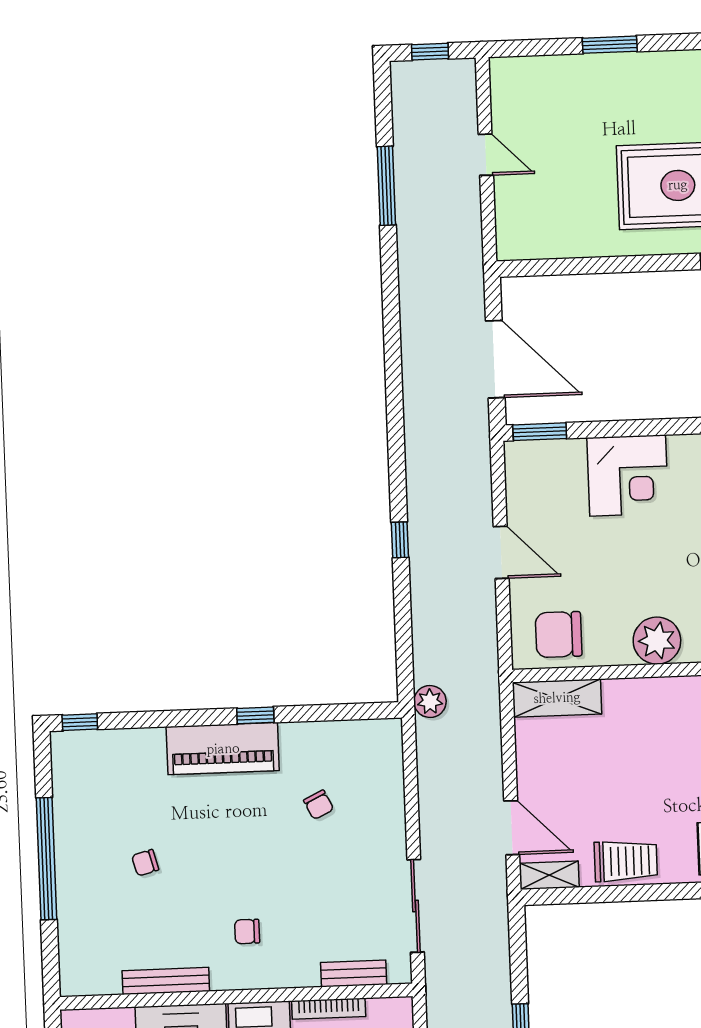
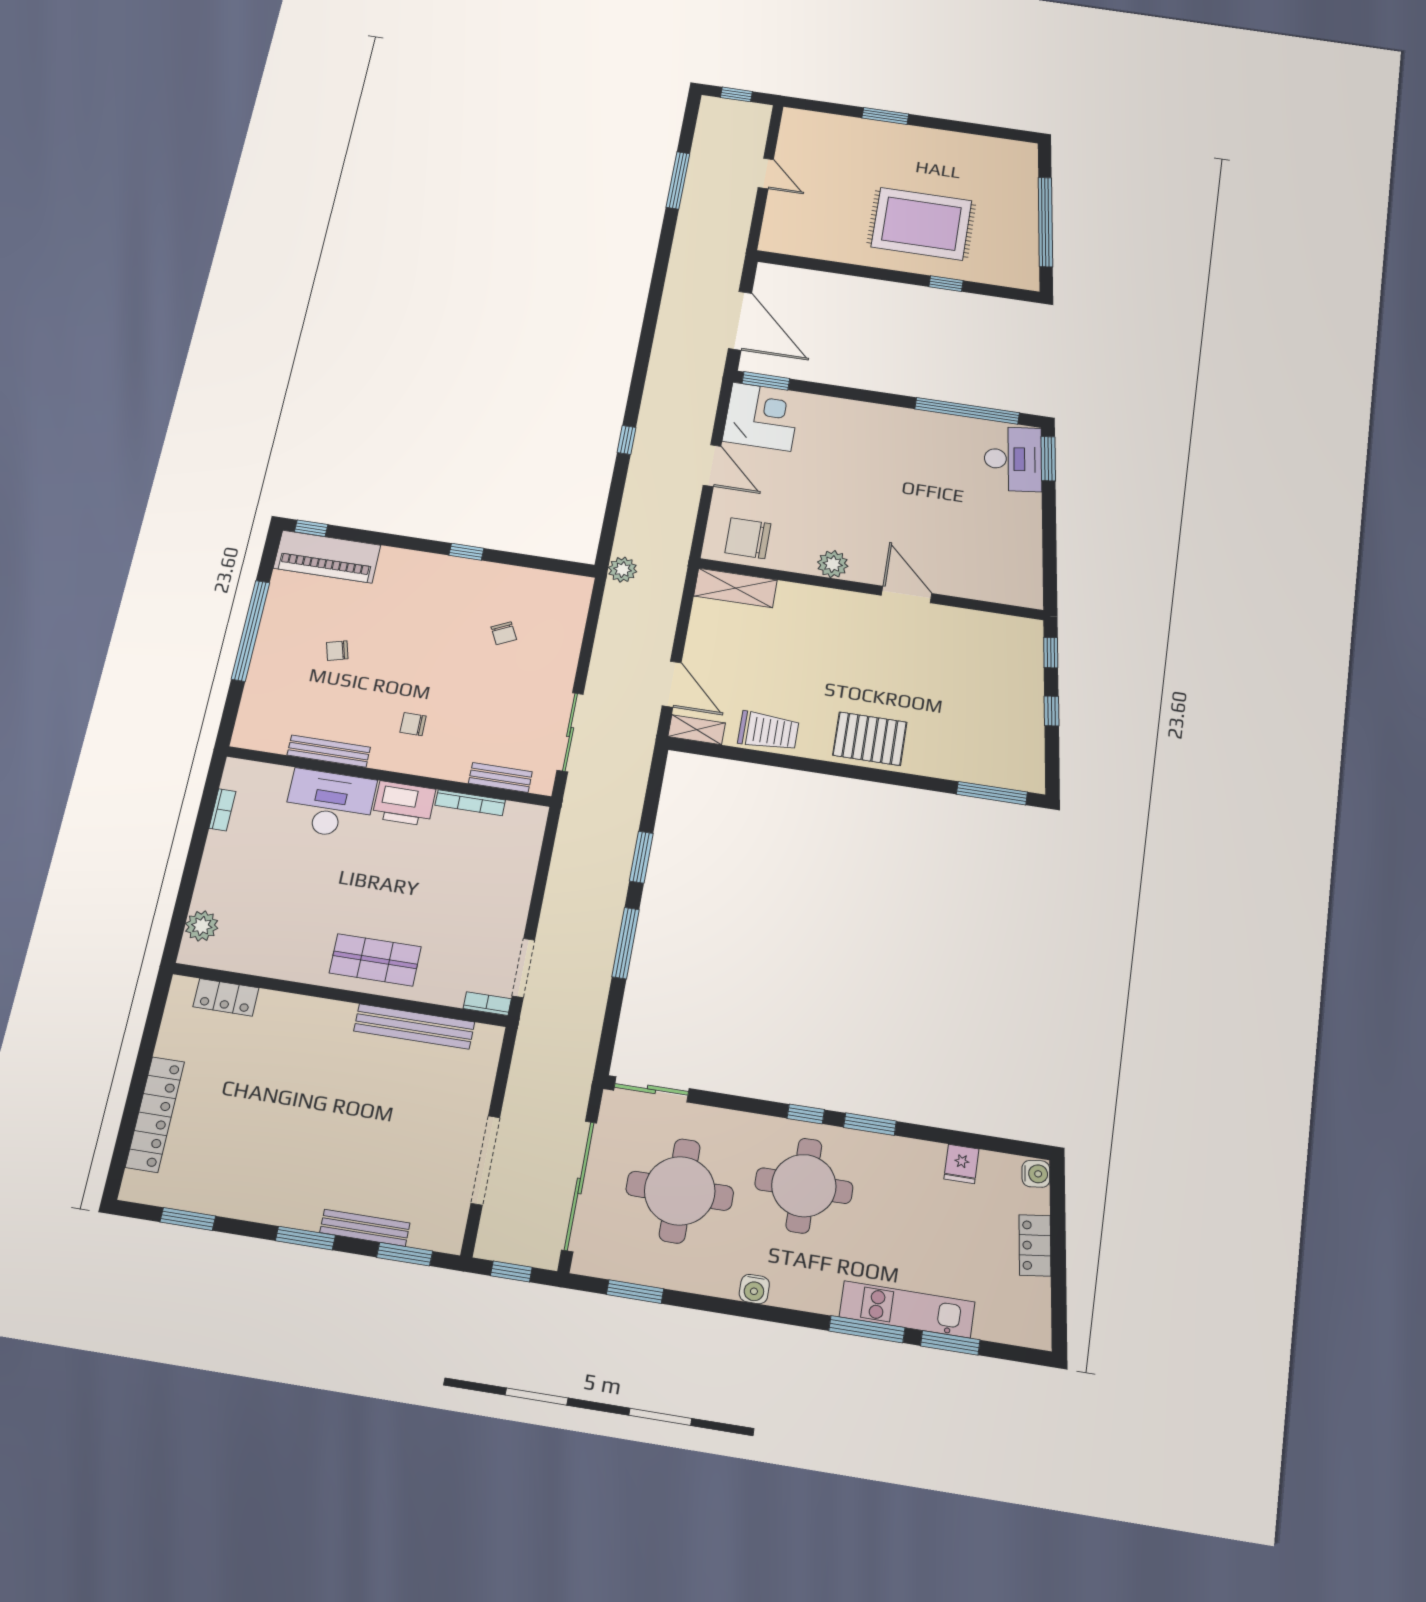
corner desk: (628, 475) -> (762, 417), moved, turned -90
plant: (657, 641) -> (833, 564), width x0.73, depth x0.73
piano: (223, 749) -> (327, 557), moved

